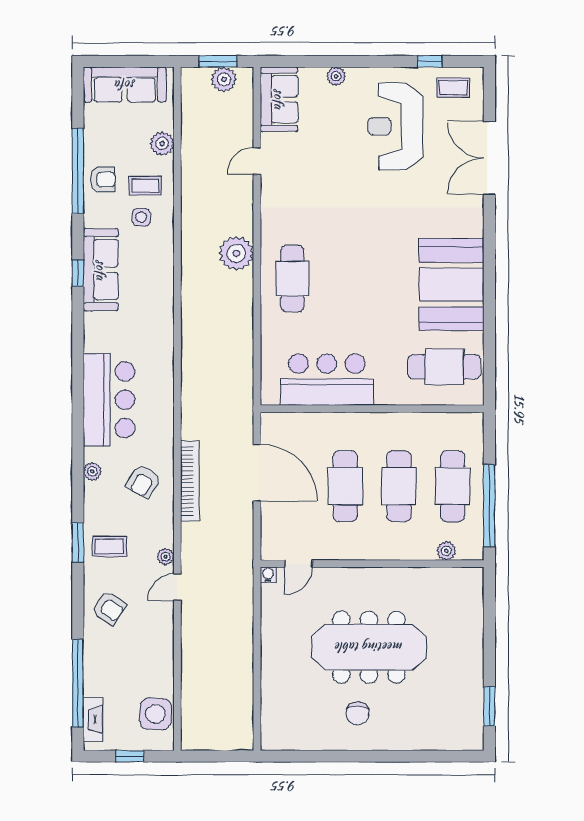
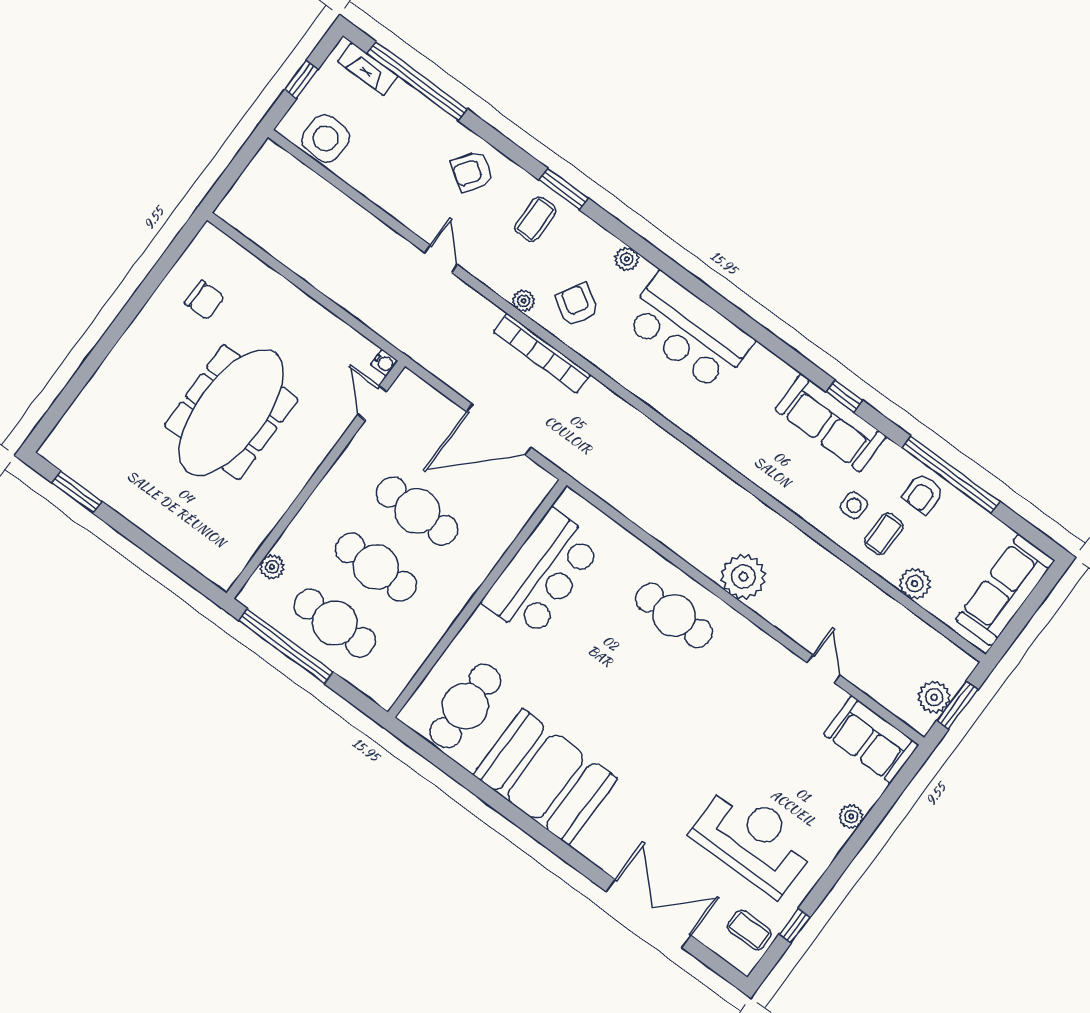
coffee table: (453, 88) -> (749, 930), turned 90
plant: (166, 557) -> (524, 301), moved
chair: (358, 714) -> (205, 300), moved, turned 180

